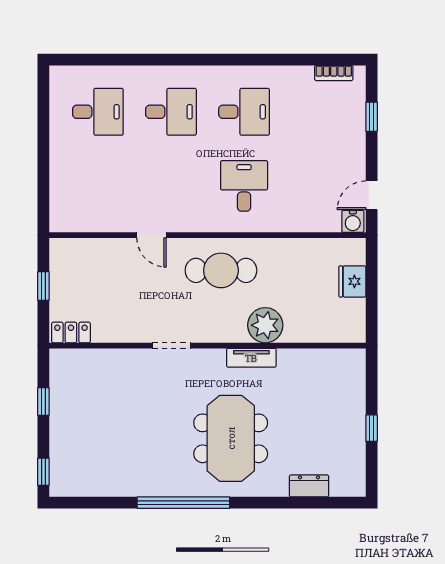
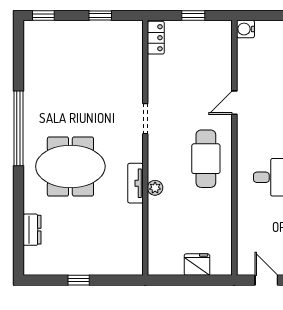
water cooler: (353, 221) -> (245, 29), moved
plant: (265, 325) -> (155, 188), width x0.53, depth x0.53

